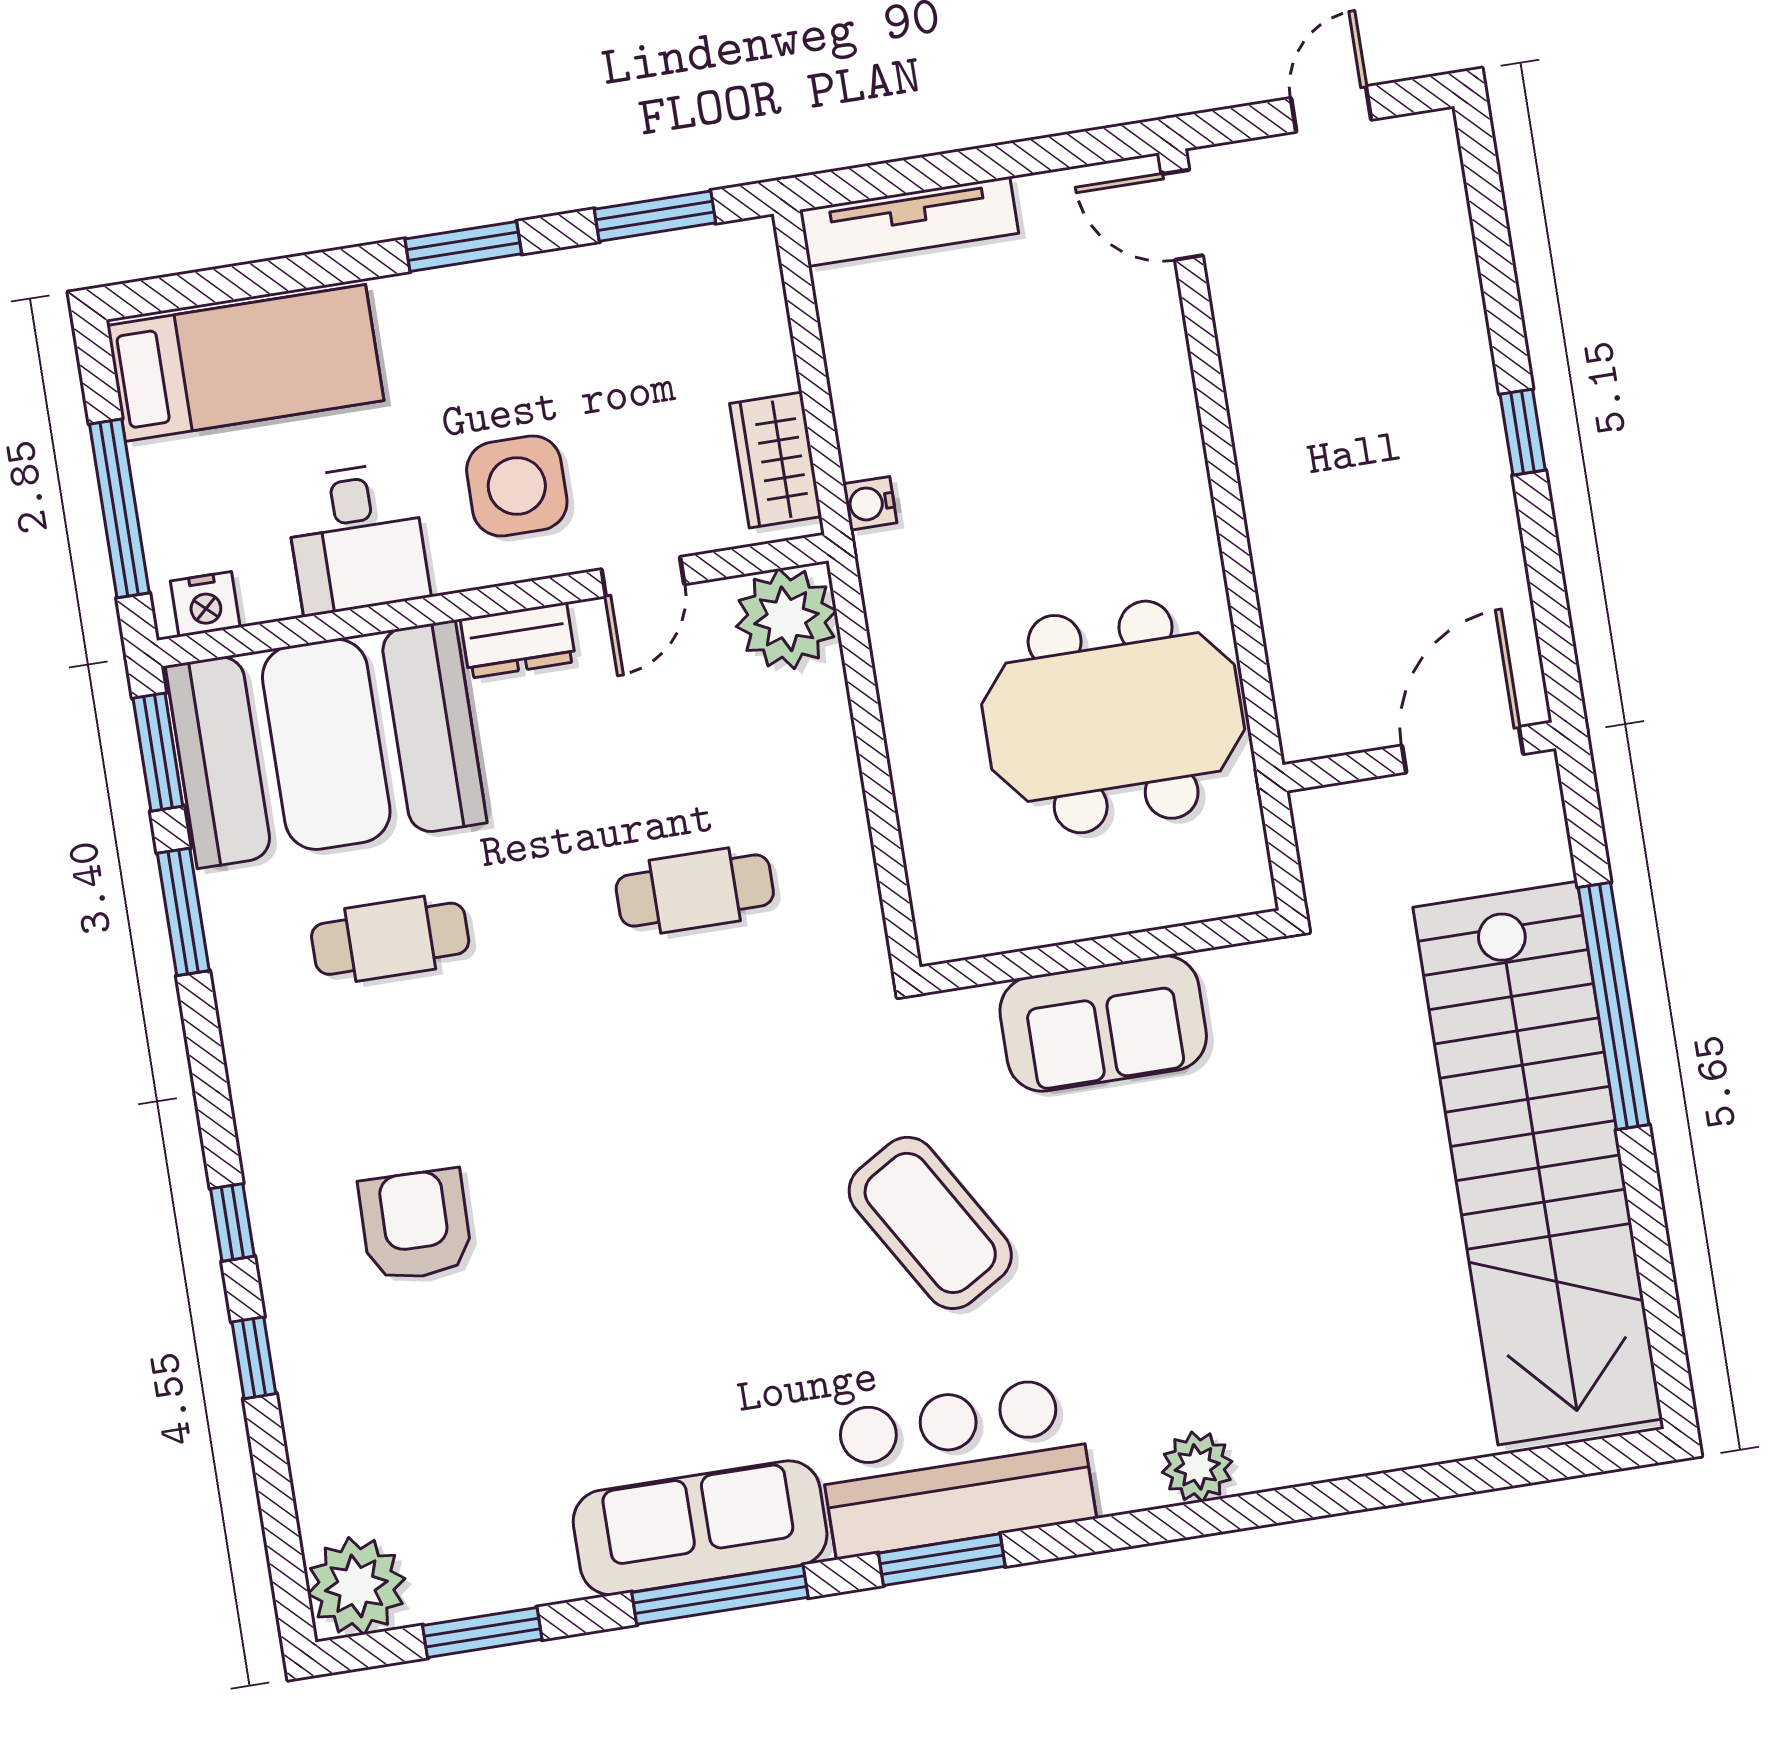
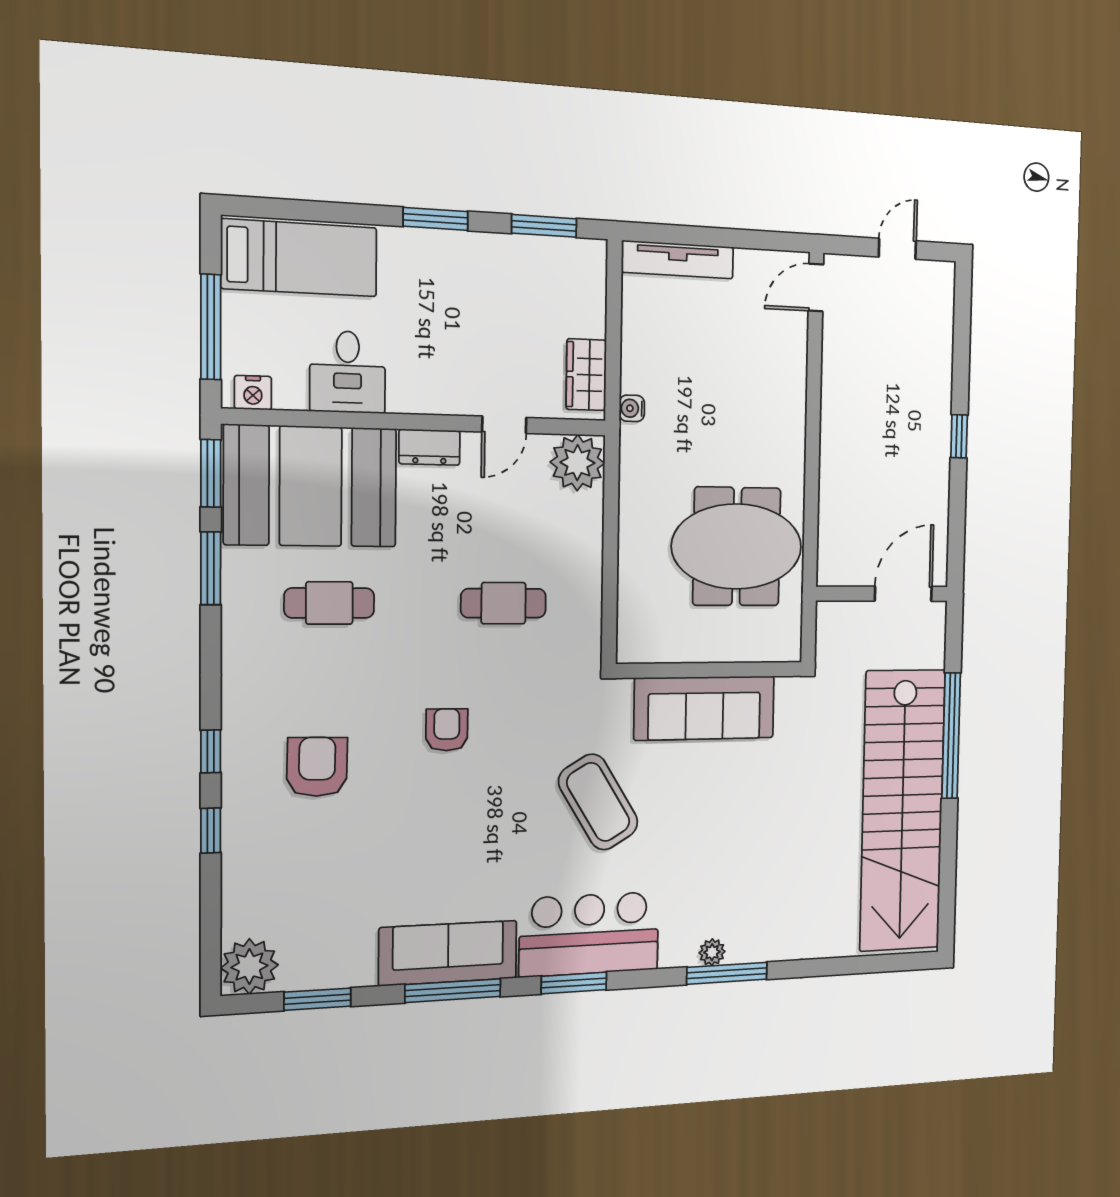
door: (1182, 215) -> (816, 288), hinge flipped
side table: (517, 486) -> (443, 360), removed
sofa: (1103, 1023) -> (704, 708), width x1.36
armchair: (631, 1130) -> (447, 730), added
plant: (1197, 1467) -> (712, 952), width x0.73, depth x0.73
window: (1235, 1513) -> (727, 973), added

